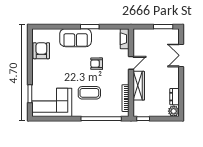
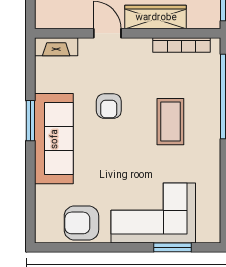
sofa: (76, 38) -> (54, 139), width x1.36
corner sofa: (52, 102) -> (153, 213), moved, turned 90

